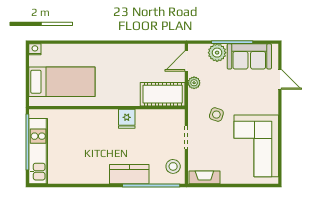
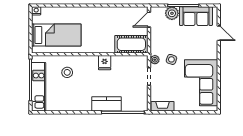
plant: (194, 83) -> (155, 60), moved
stool: (173, 166) -> (67, 72), moved

